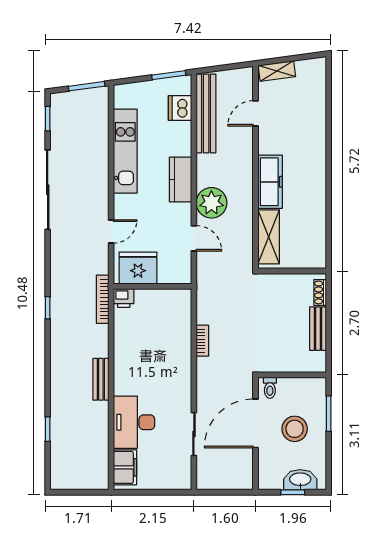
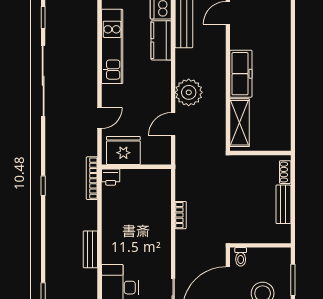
kitchen counter: (180, 180) -> (161, 40), moved
door: (194, 238) -> (173, 124), swing flipped

